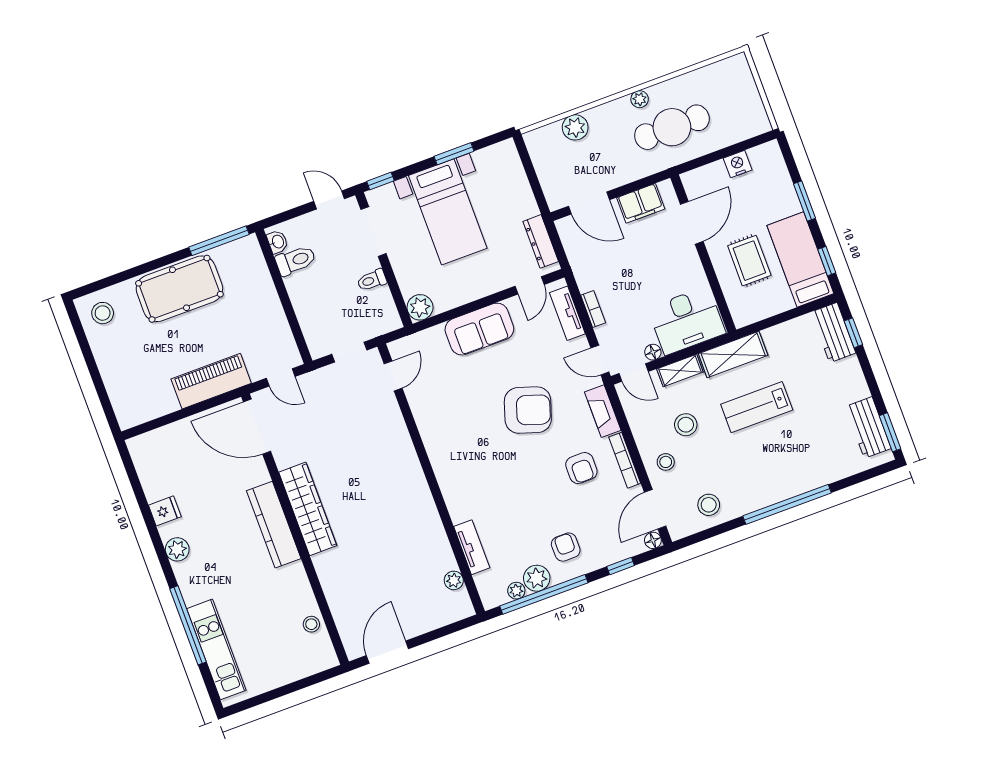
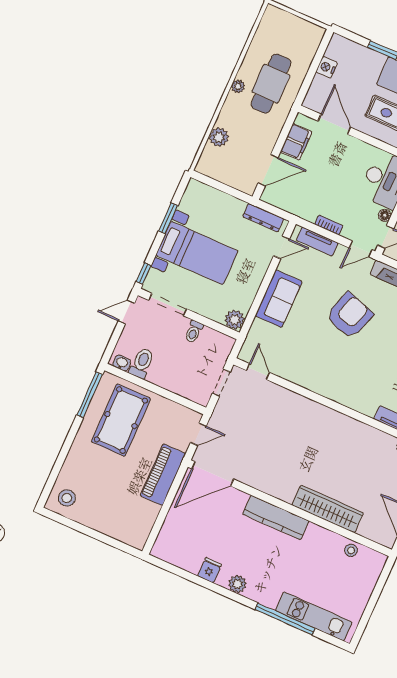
door: (530, 285) -> (282, 247), hinge flipped
pool table: (179, 289) -> (121, 420), moved
wardrobe: (308, 509) -> (328, 509), moved

